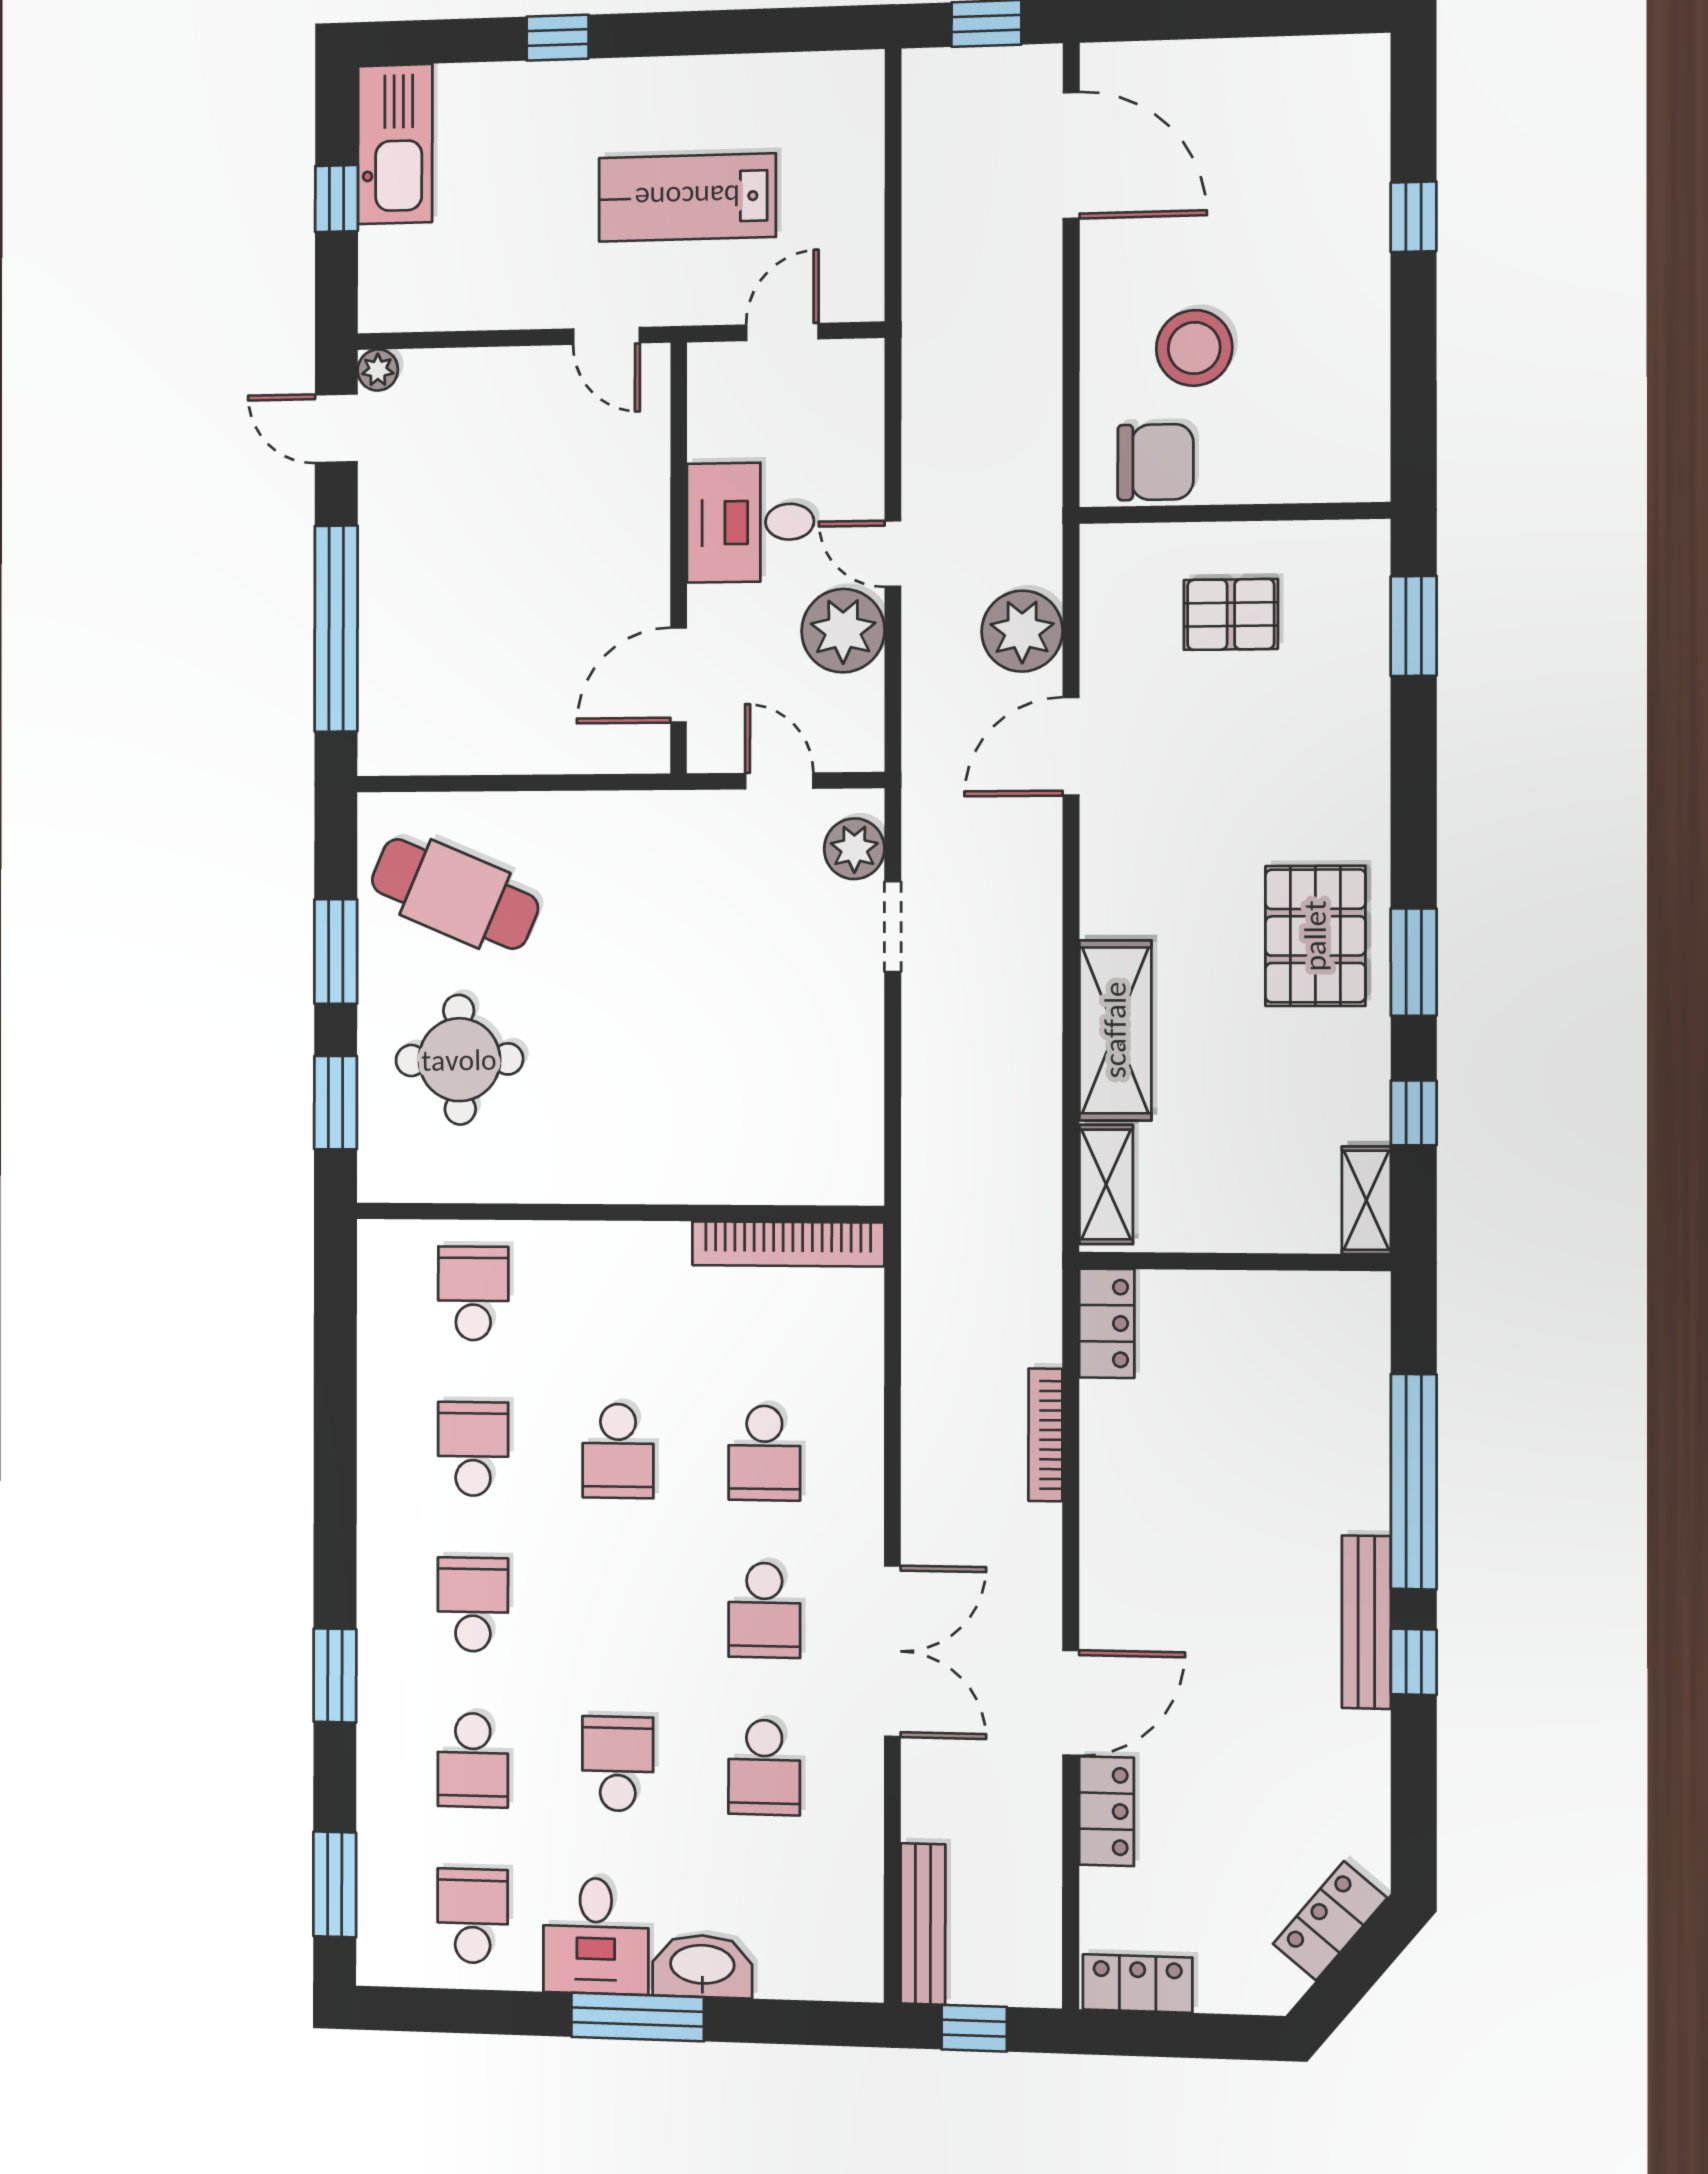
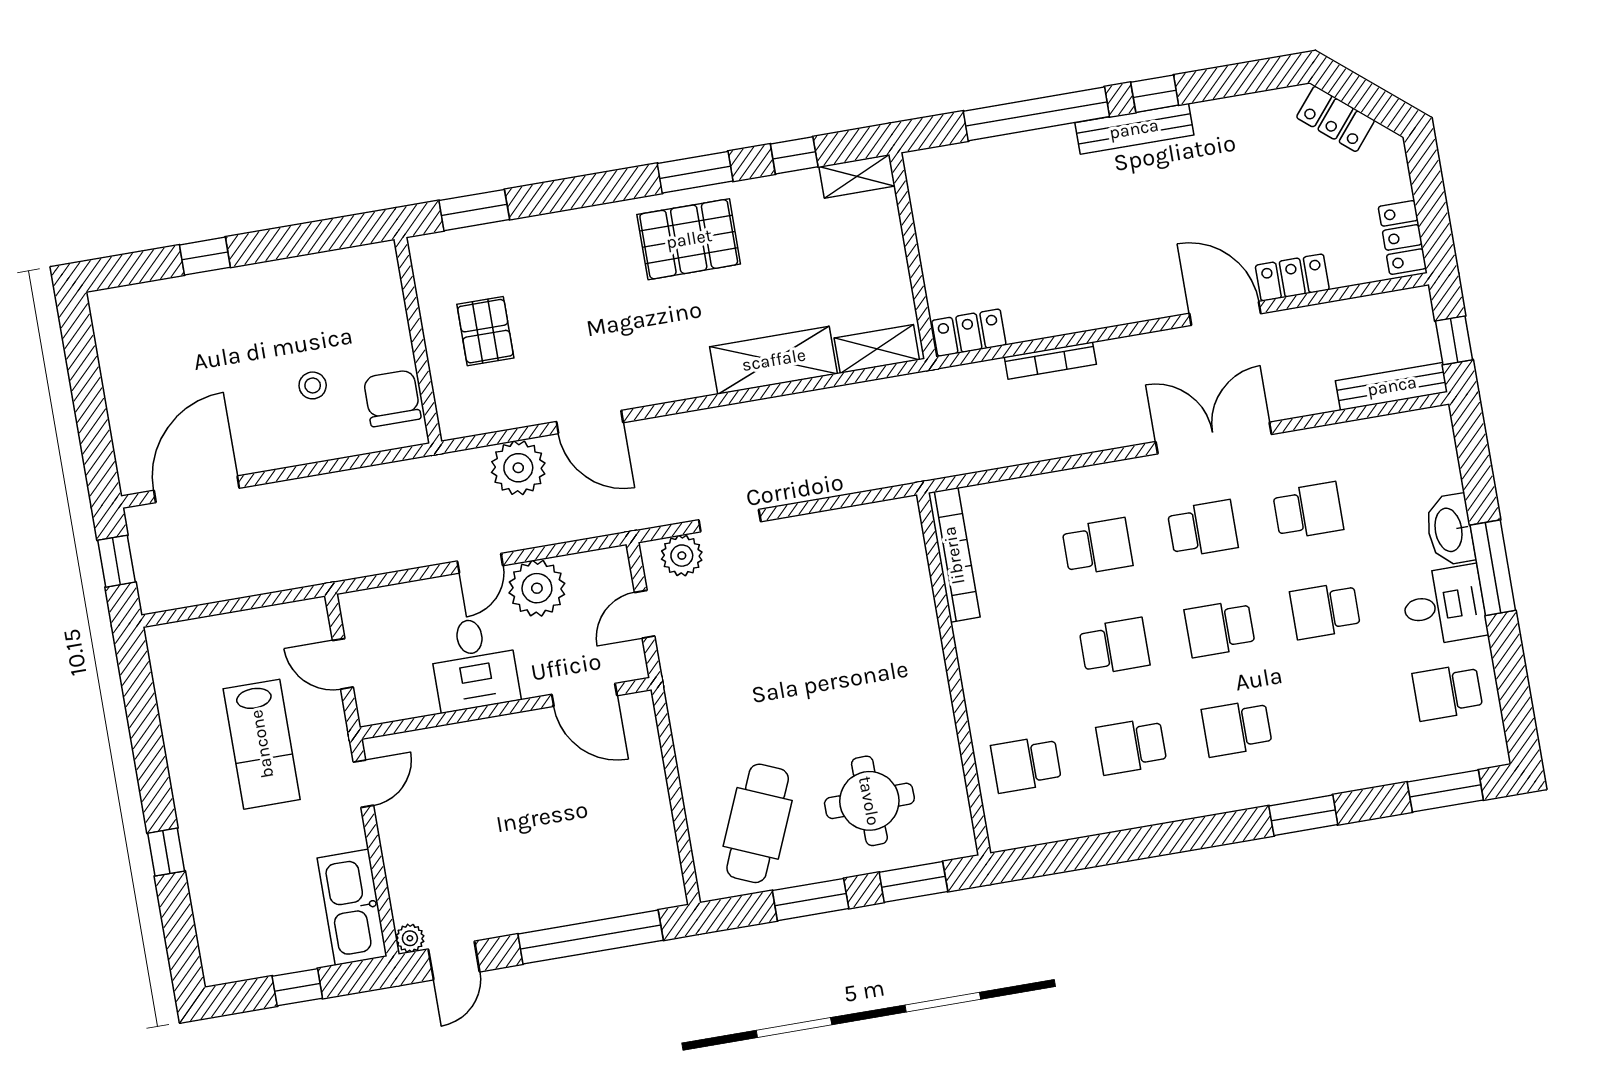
kitchen sink: (395, 144) -> (352, 907), moved, turned -90
stool: (1194, 348) -> (313, 385), width x0.53, depth x0.53
school desk: (473, 1760) -> (1220, 628), moved, turned 180

